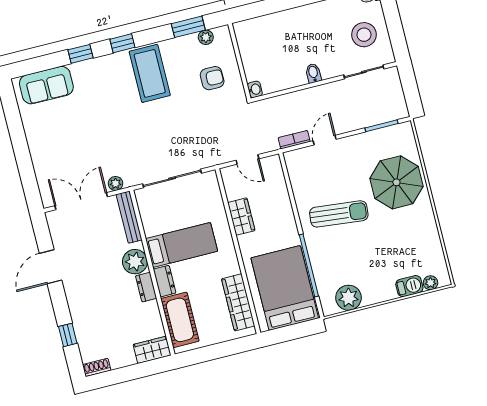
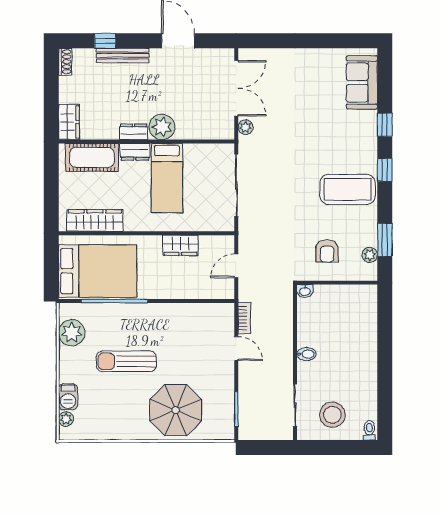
sun lounger: (339, 214) -> (126, 361), moved, turned 84
bench: (129, 217) -> (123, 56), moved

